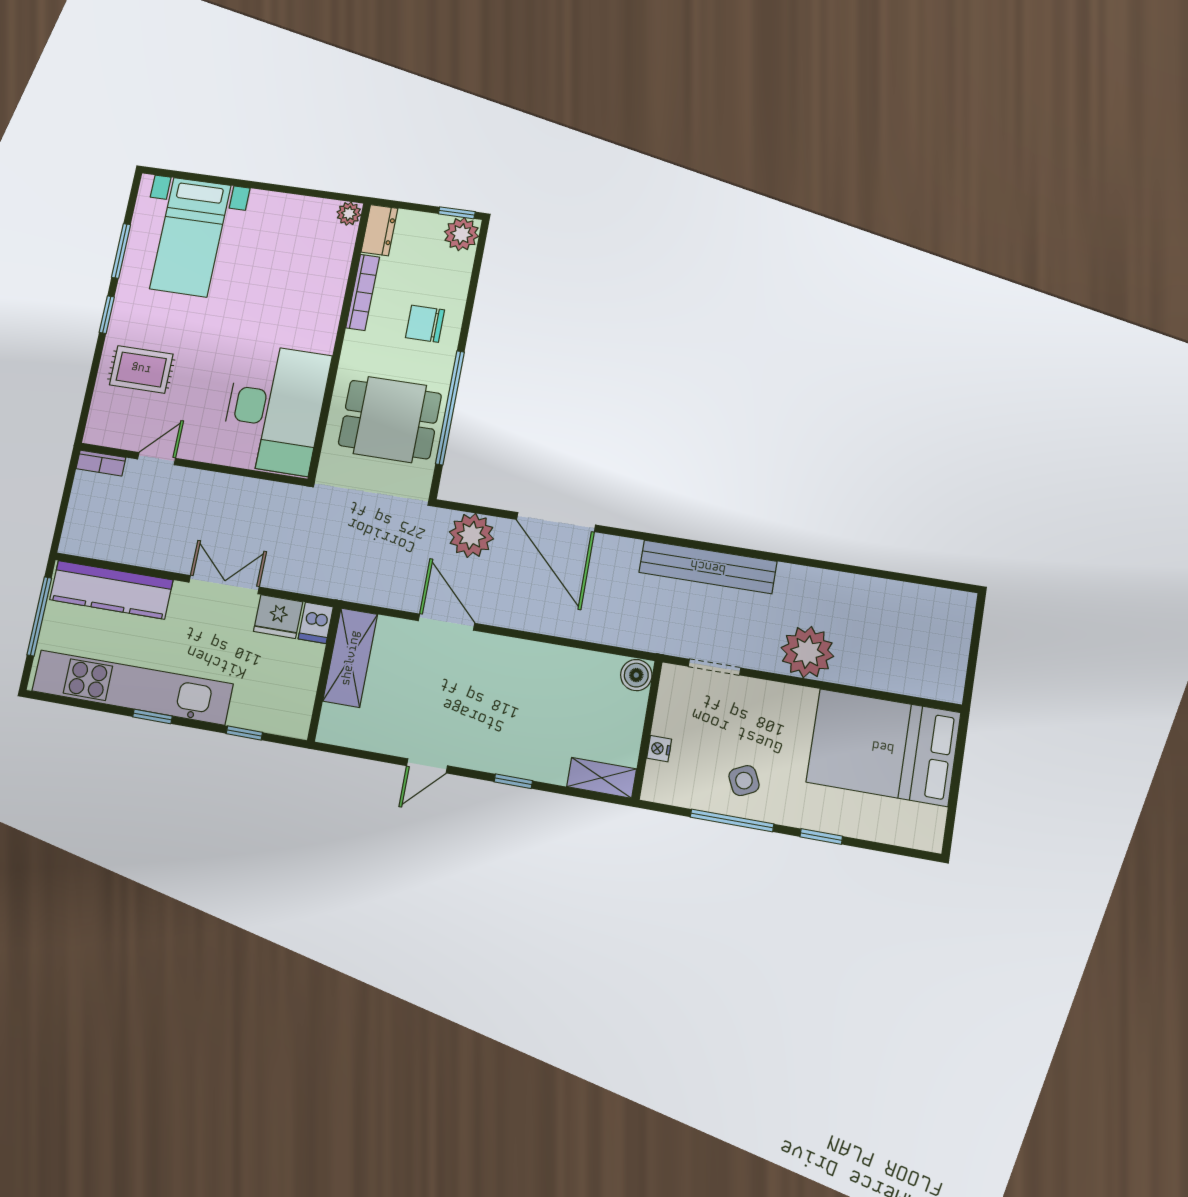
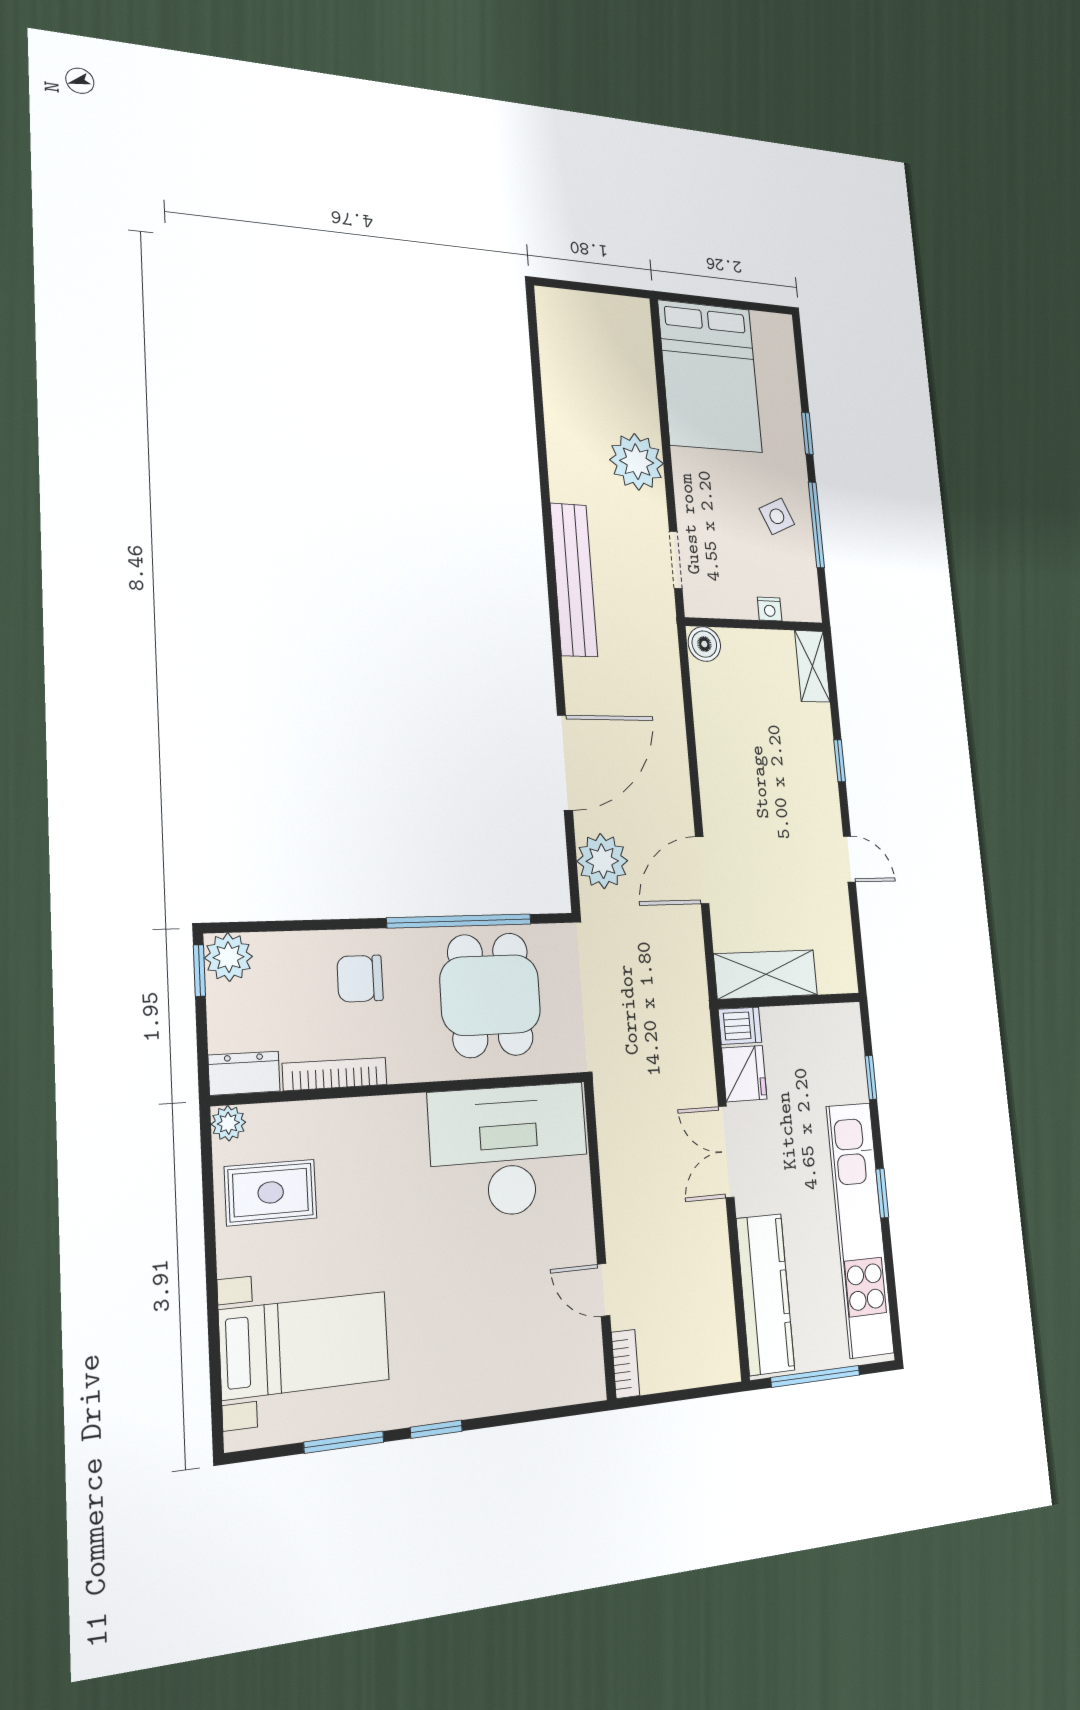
chair: (425, 324) -> (360, 979), turned 90
rug: (141, 369) -> (271, 1192), moved, turned 90

